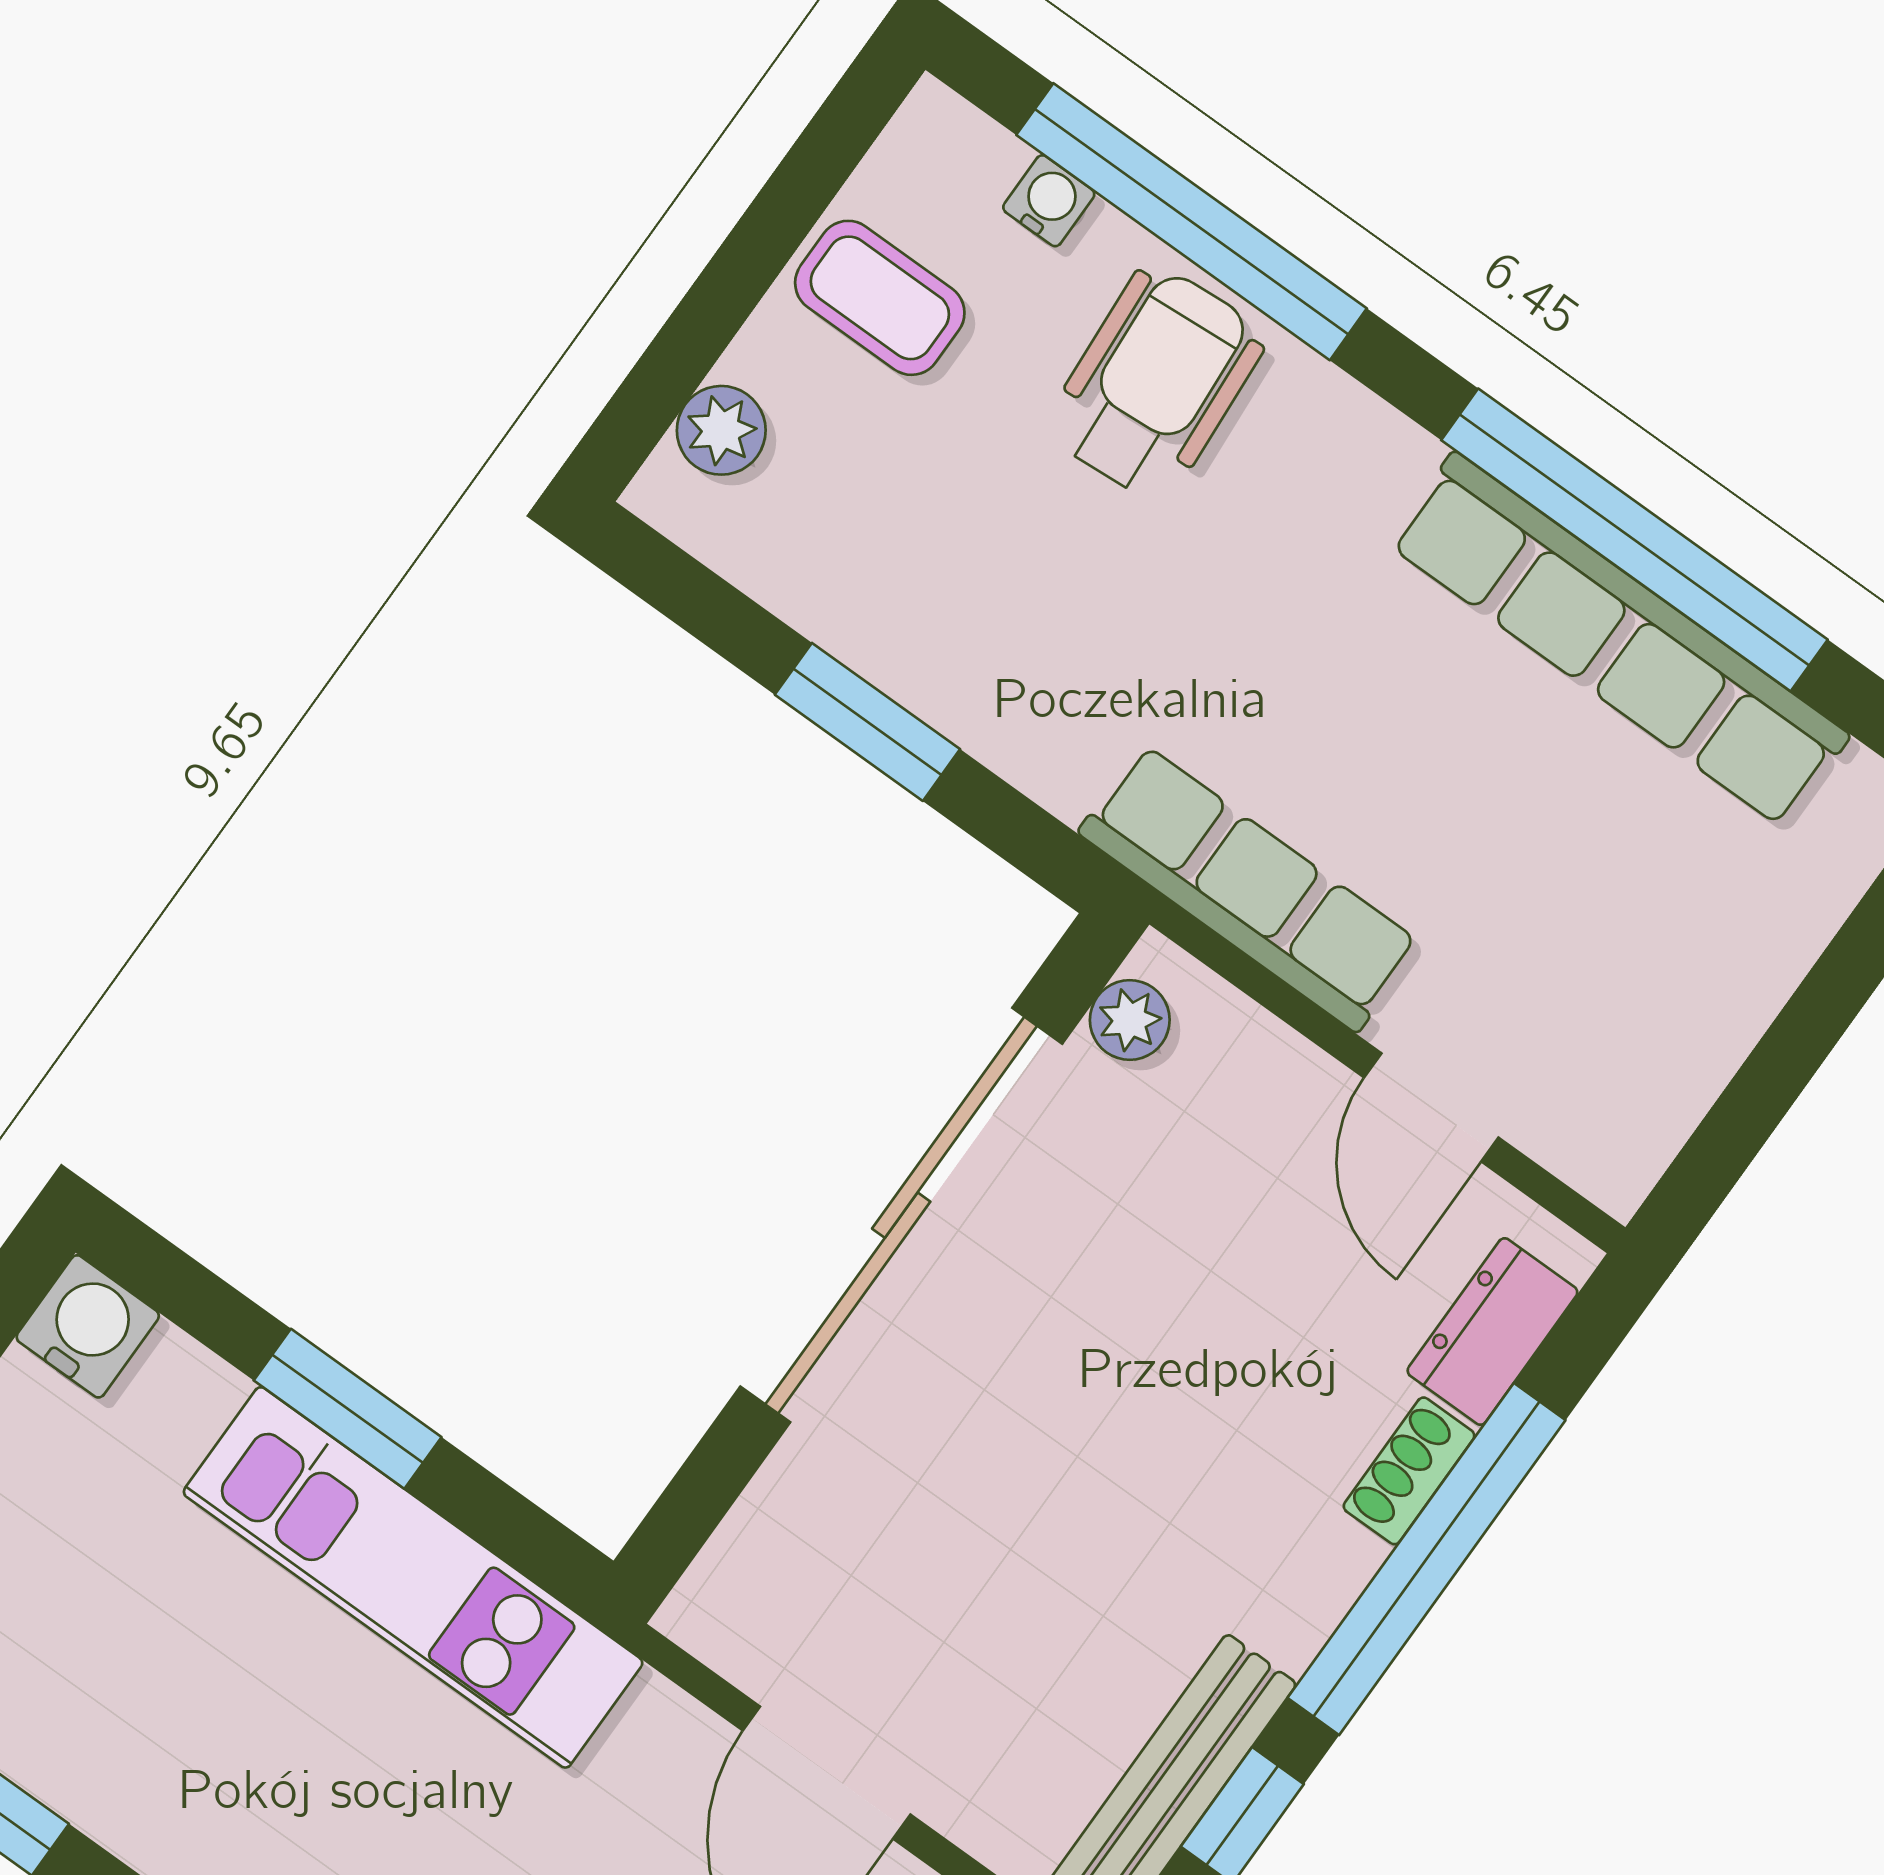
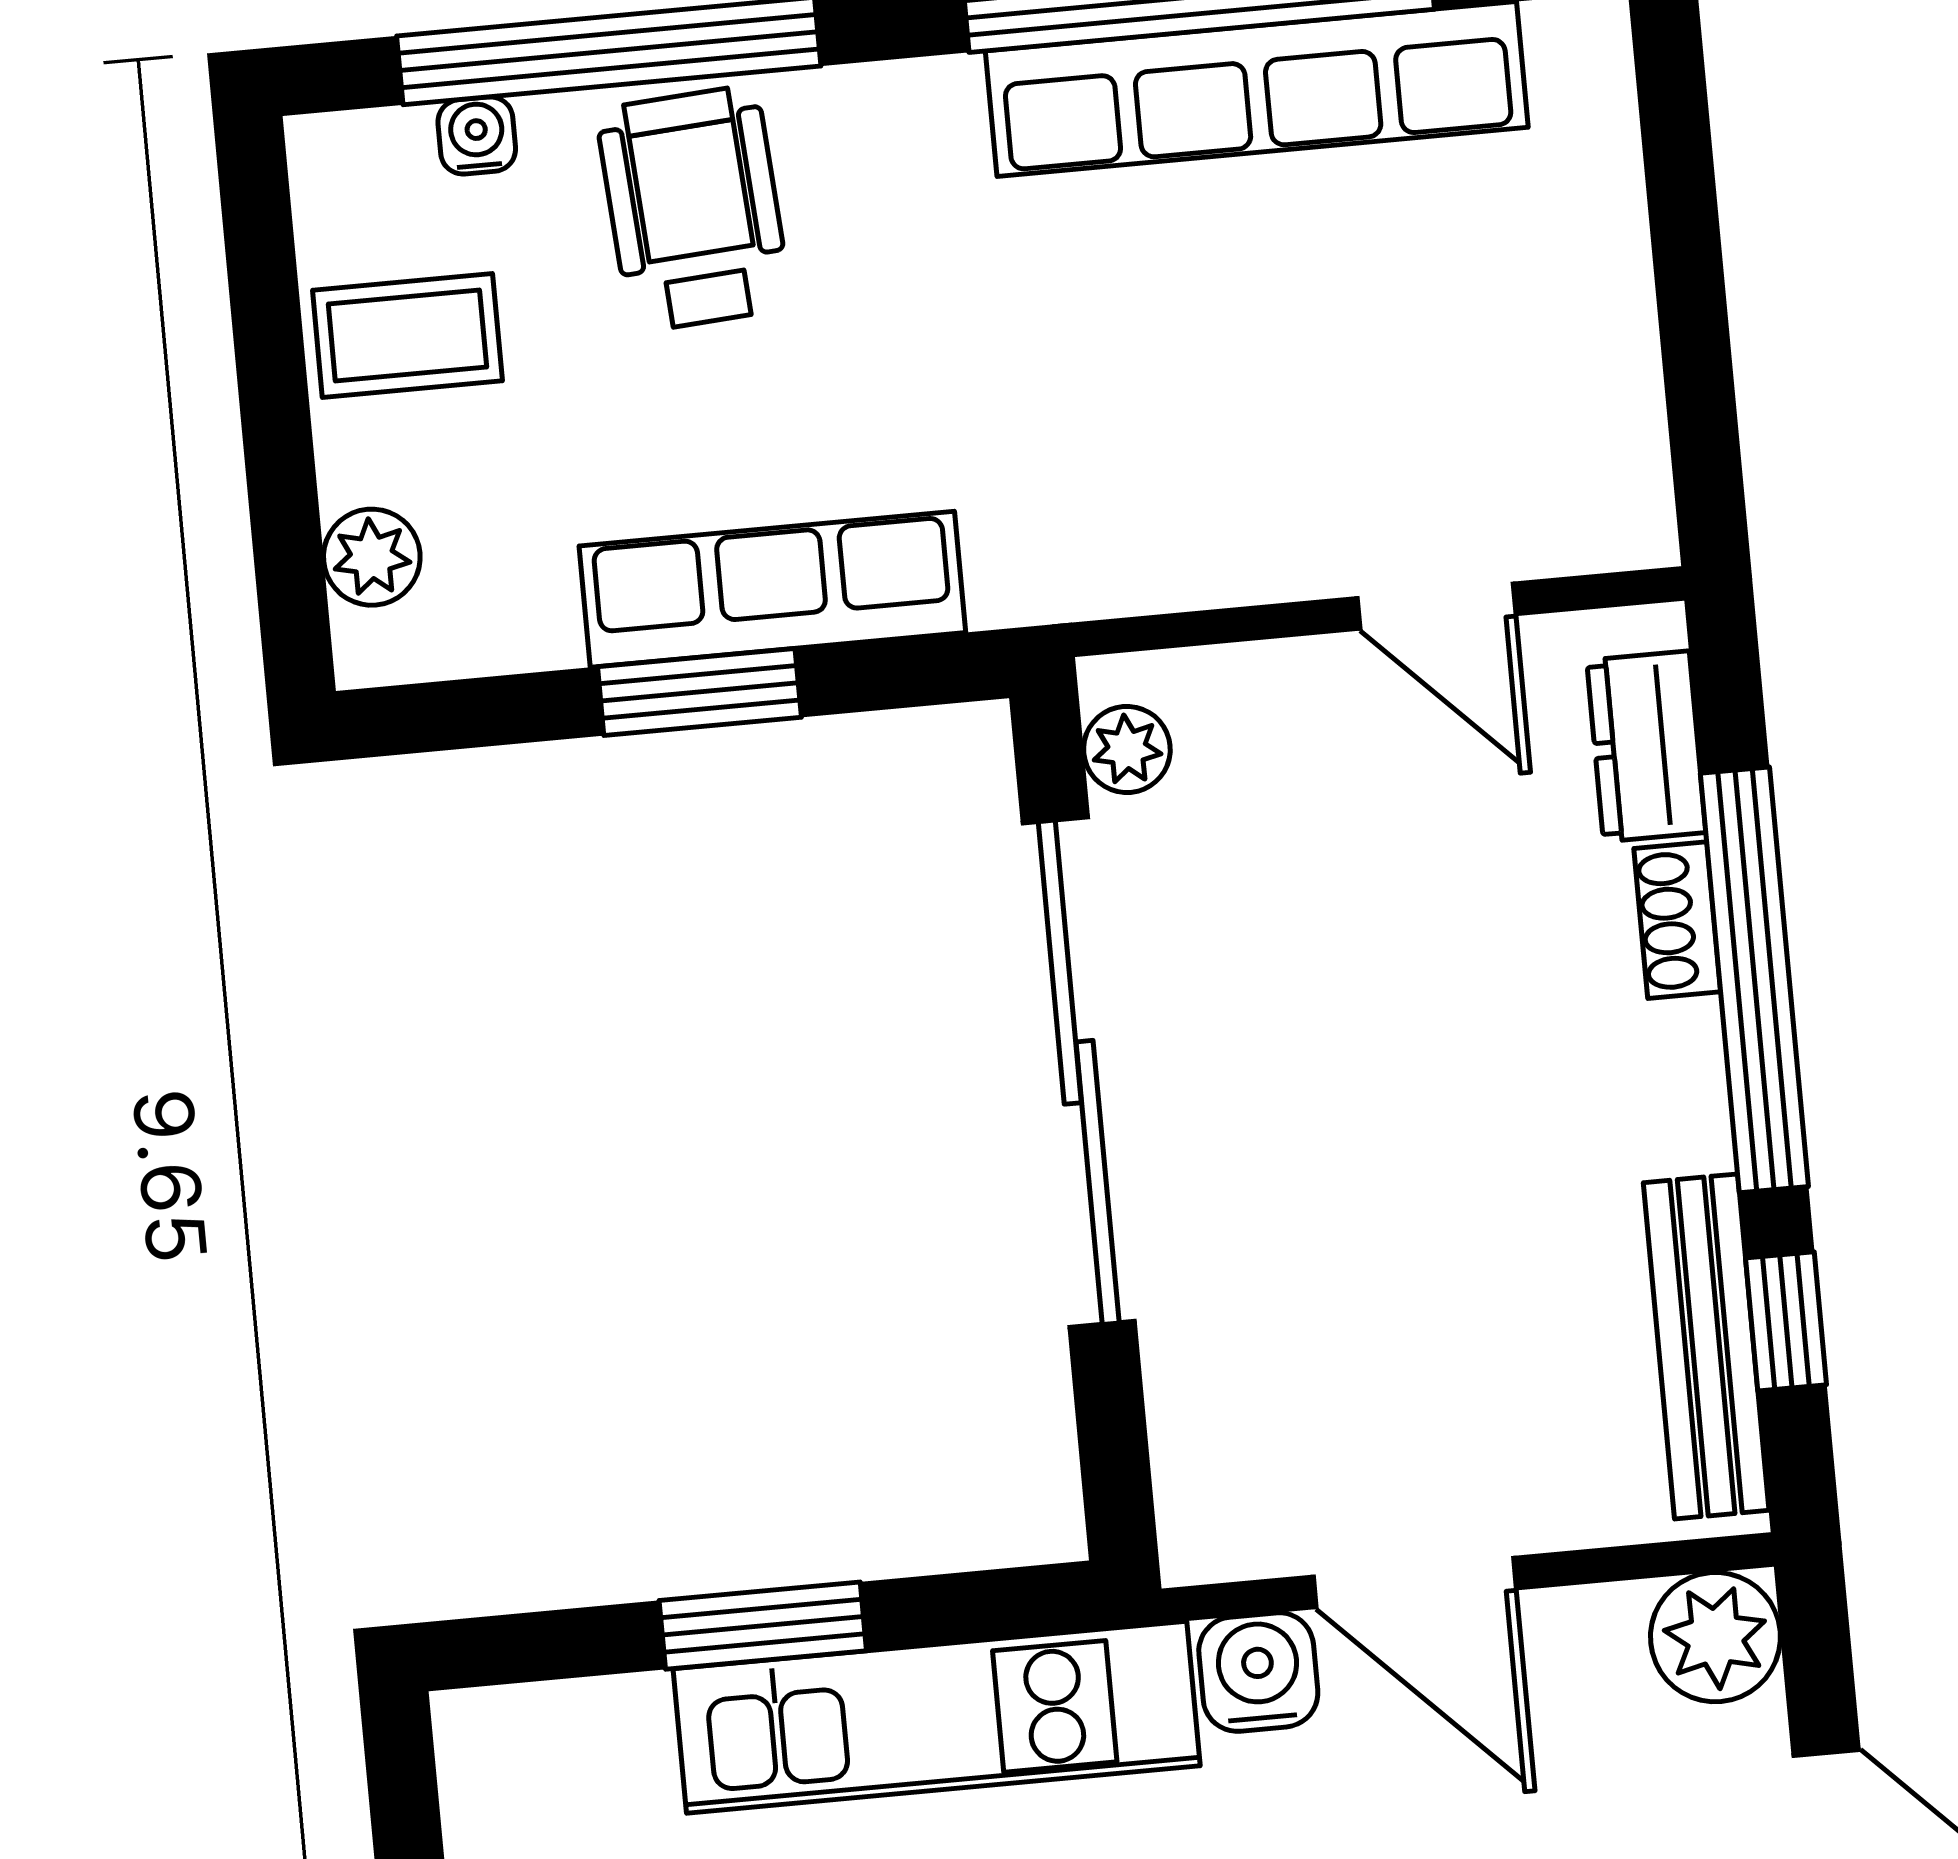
row of seats: (1249, 888) -> (772, 589), moved
water cooler: (88, 1326) -> (1258, 1672), moved

